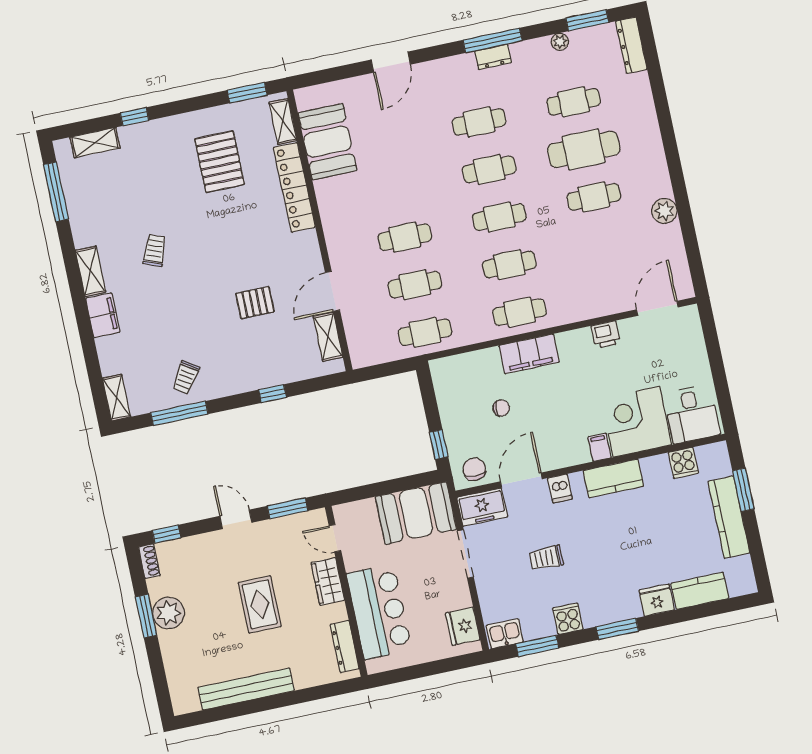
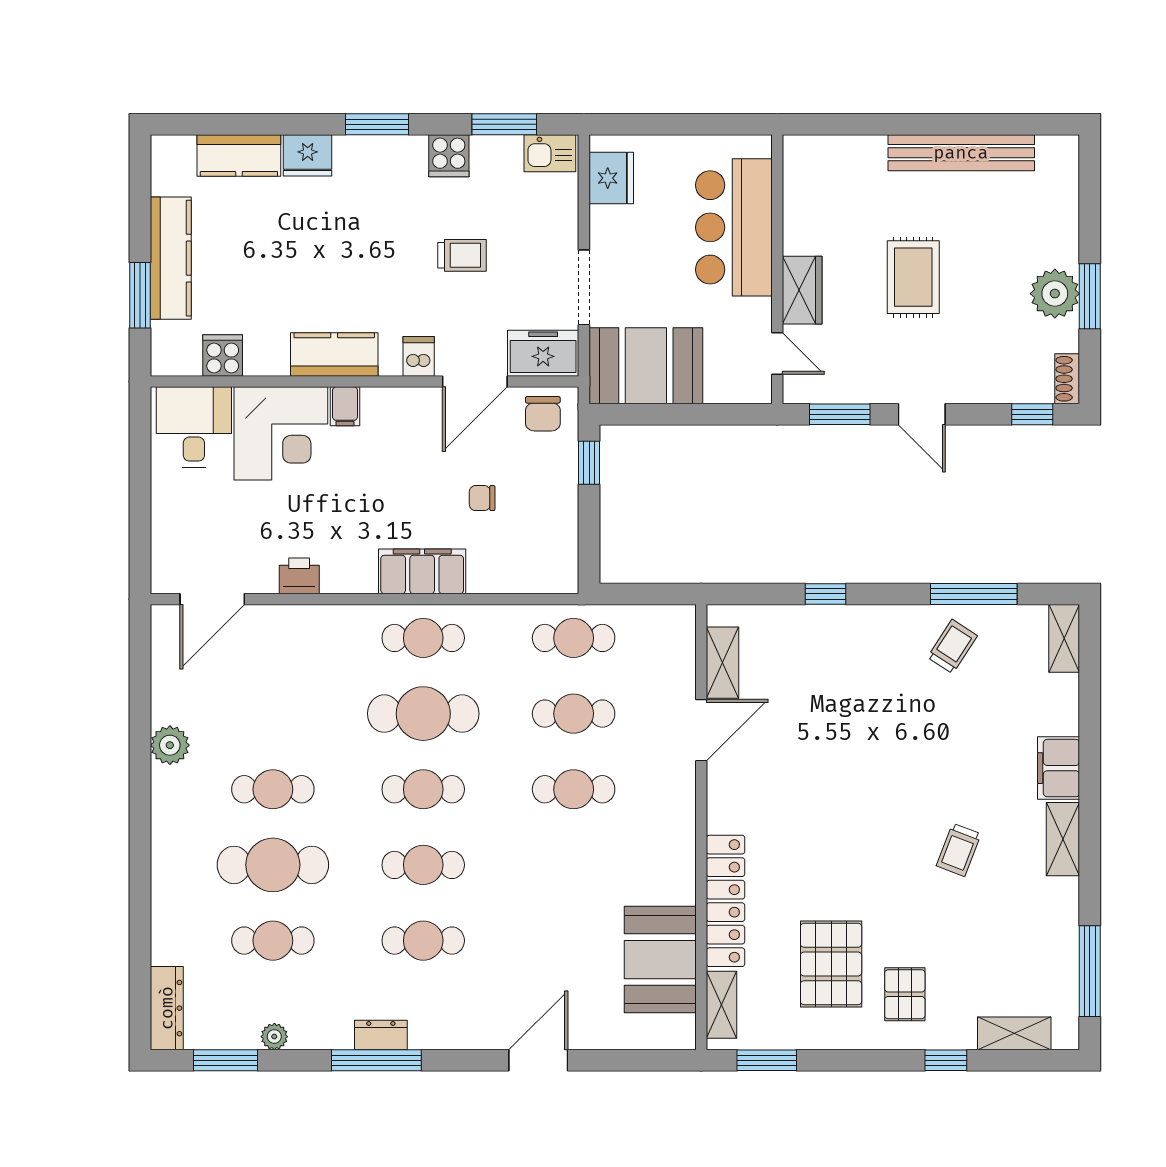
cafe table: (509, 265) -> (423, 714), width x1.37, depth x1.35
pallet: (255, 303) -> (905, 994), moved, turned 90
dresser: (345, 646) -> (797, 186), removed

